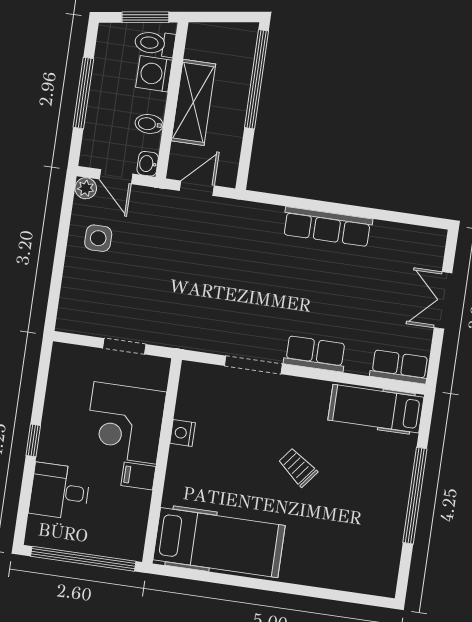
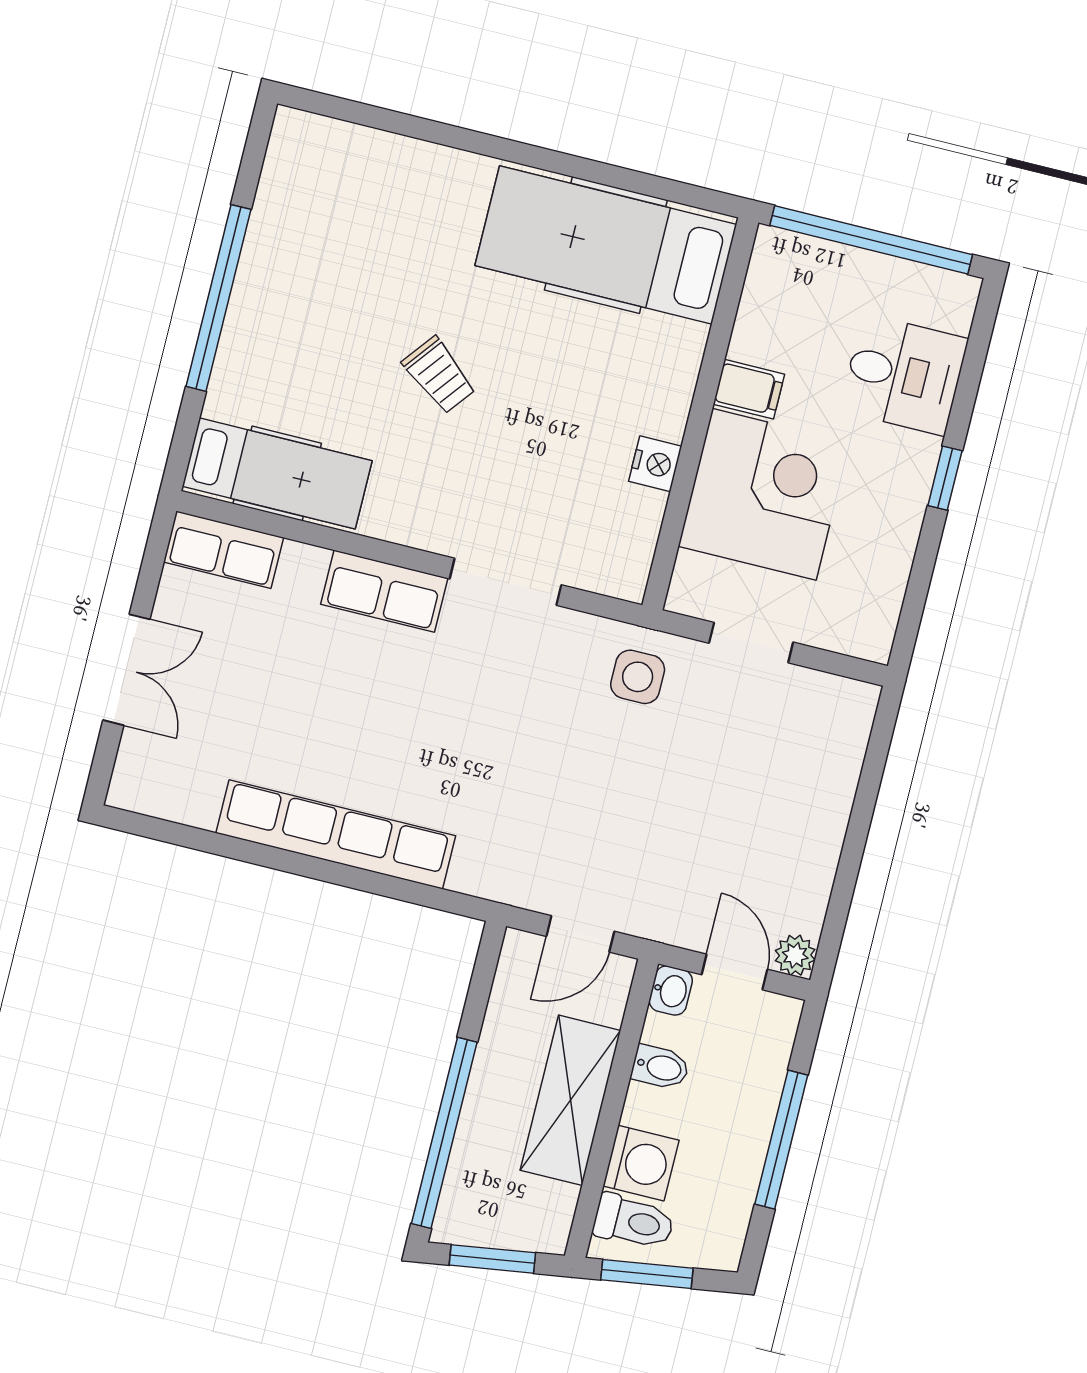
window: (225, 17) -> (492, 1259), added
row of seats: (327, 227) -> (336, 834), width x1.36
side table: (98, 238) -> (638, 677), moved

